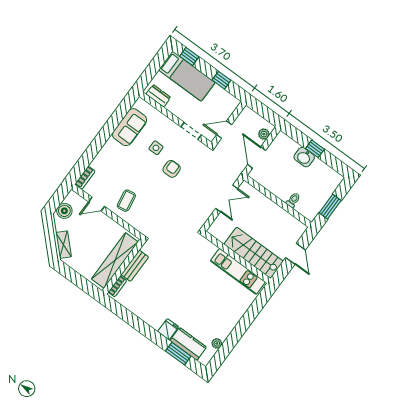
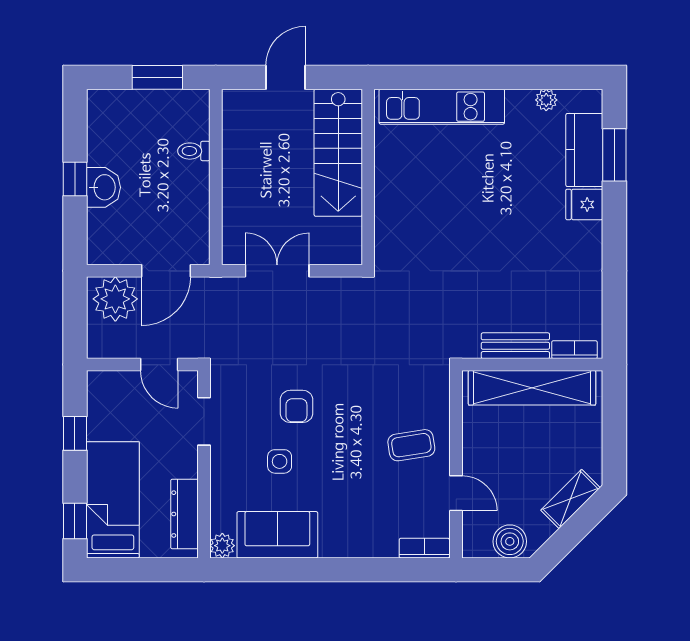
dresser: (158, 96) -> (184, 514), width x1.44
plant: (140, 104) -> (222, 546), added
plant: (264, 134) -> (115, 299), width x1.88, depth x1.88
armchair: (172, 169) -> (296, 406), turned -90
kitchen unit: (238, 271) -> (442, 107), moved, turned 90

